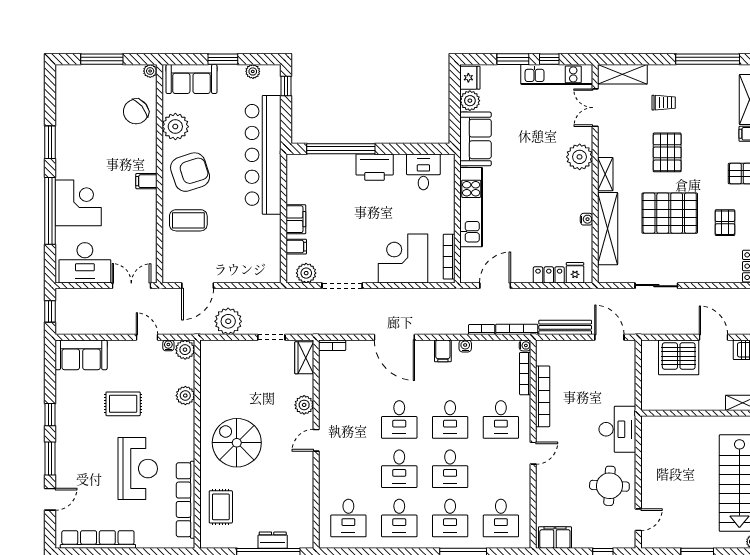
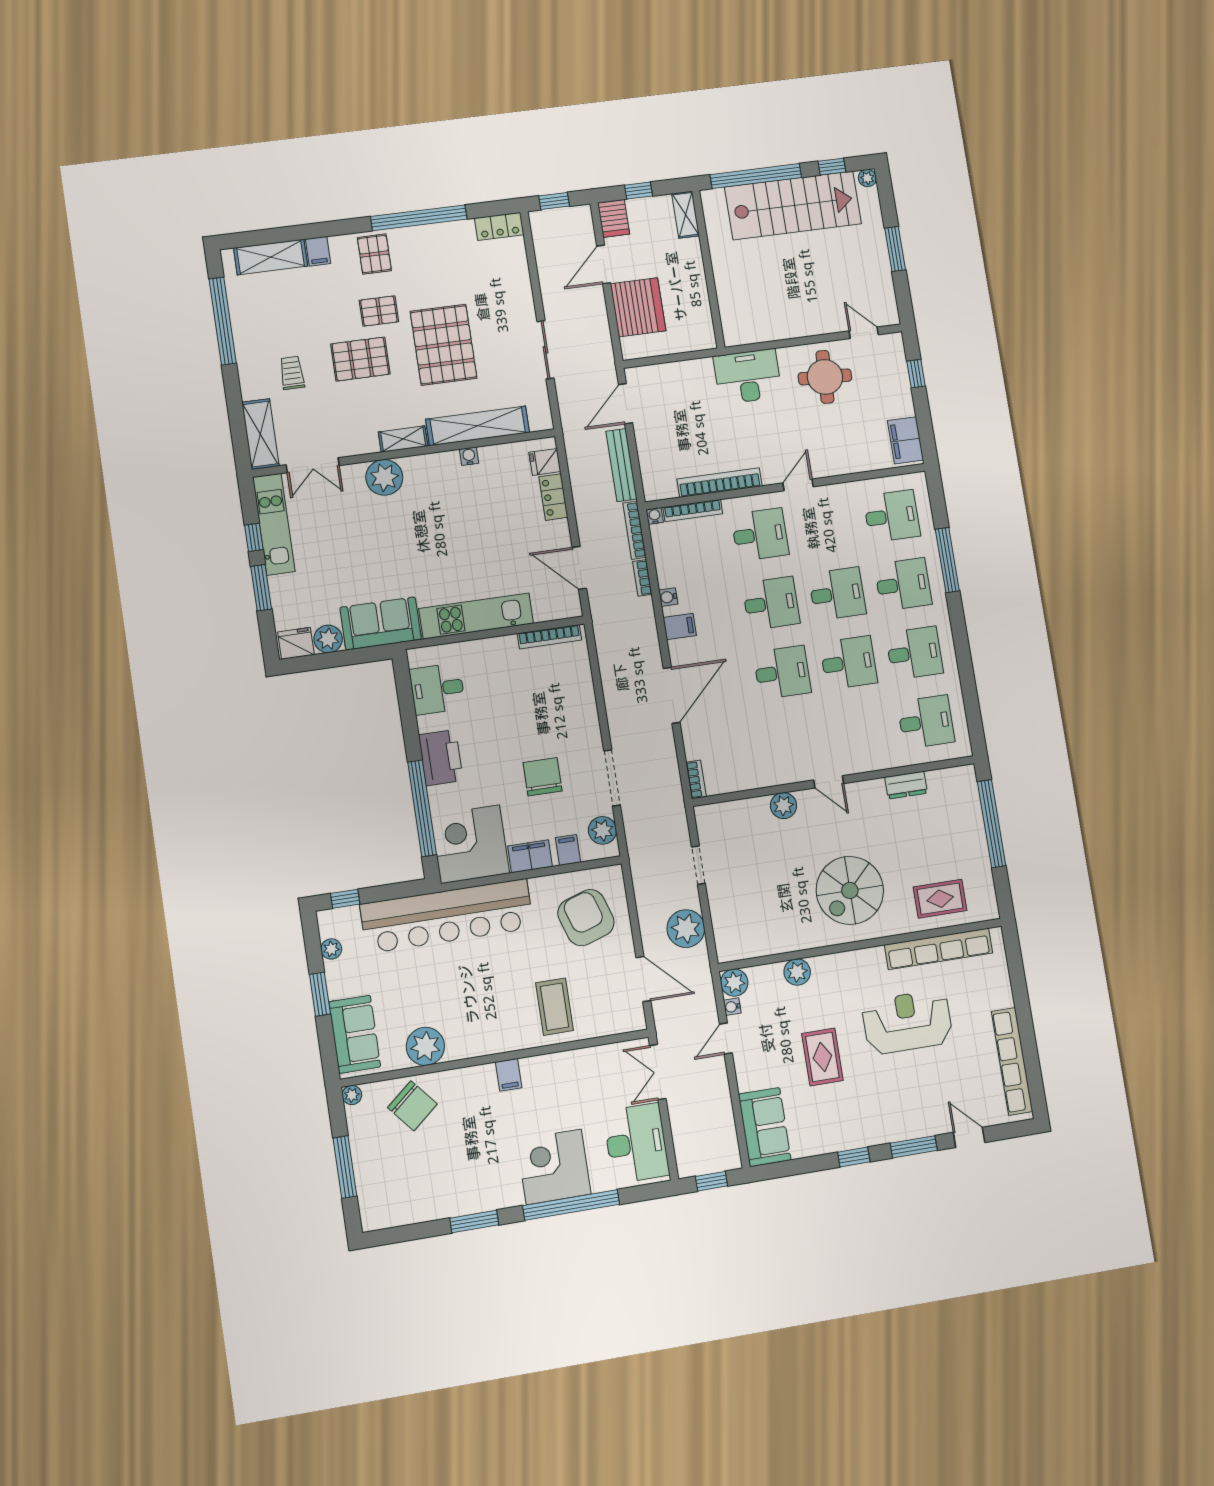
armchair: (190, 172) -> (586, 918), moved
pallet: (725, 223) -> (379, 311), moved
chair: (350, 237) -> (543, 777), added
corner desk: (403, 258) -> (470, 844), moved, turned 90
wardrobe: (304, 358) -> (719, 815), removed
door: (533, 453) -> (798, 485), hinge flipped
dresser: (273, 540) -> (906, 785), moved, turned -90

